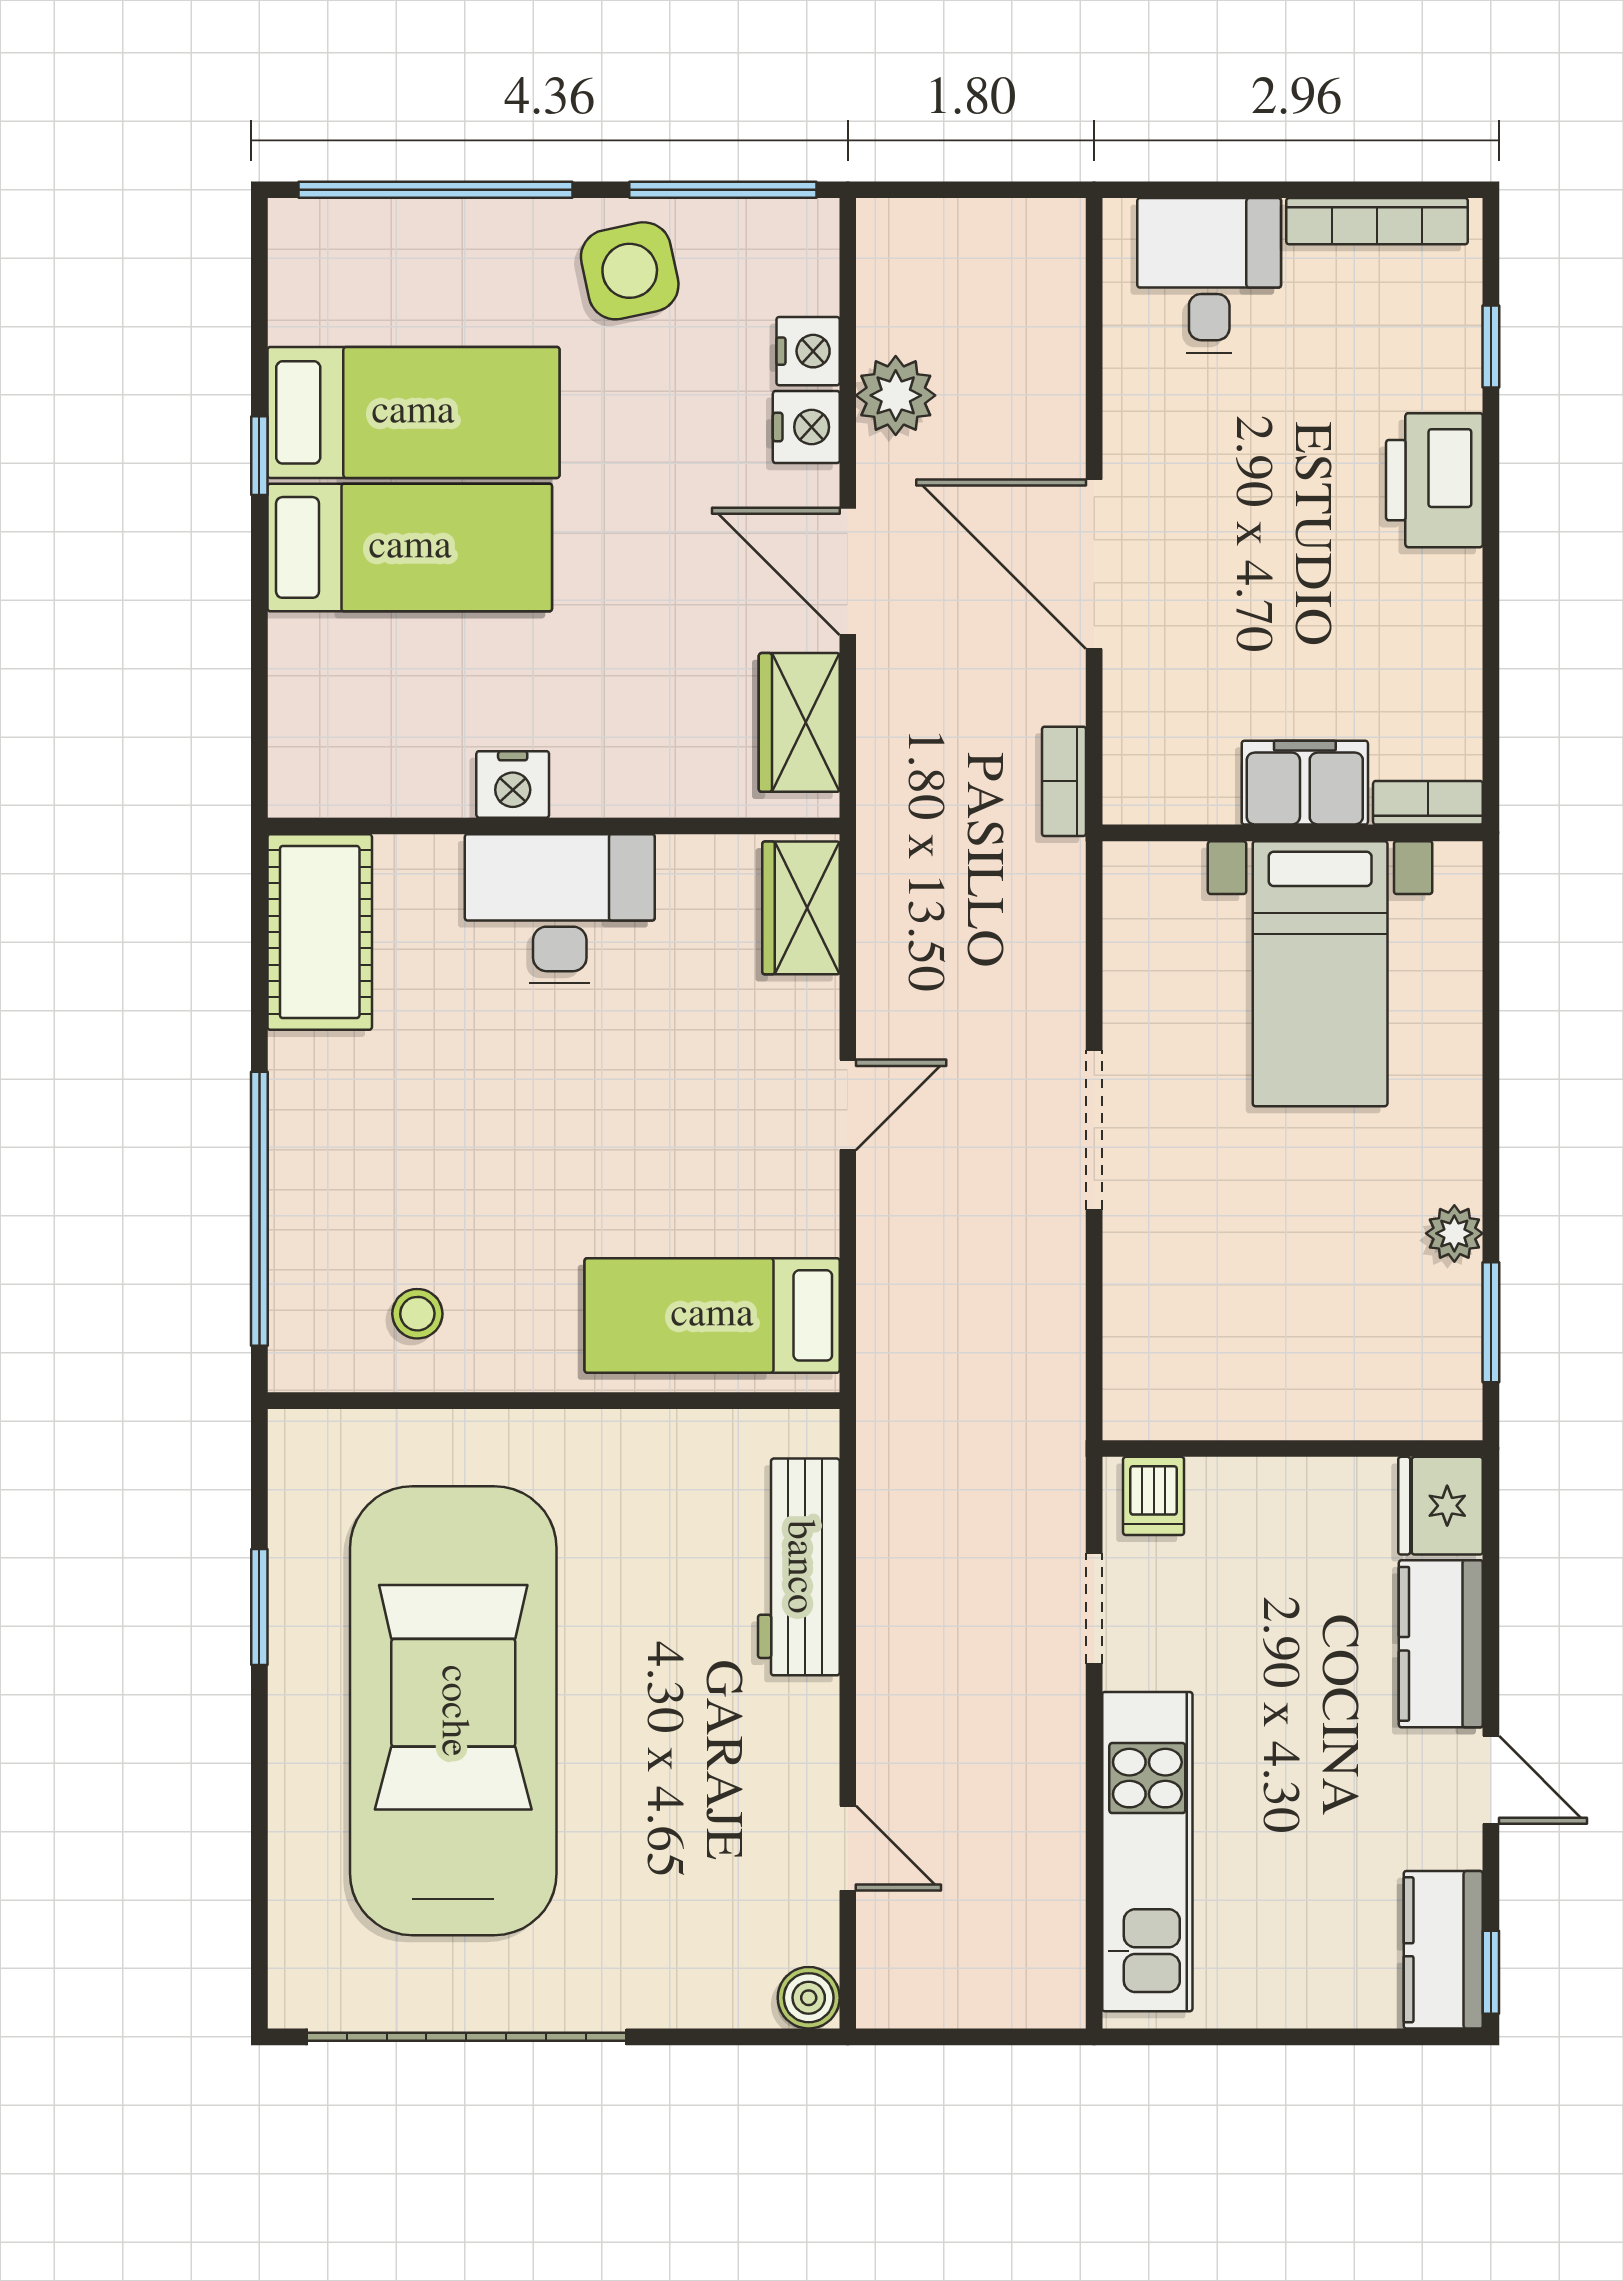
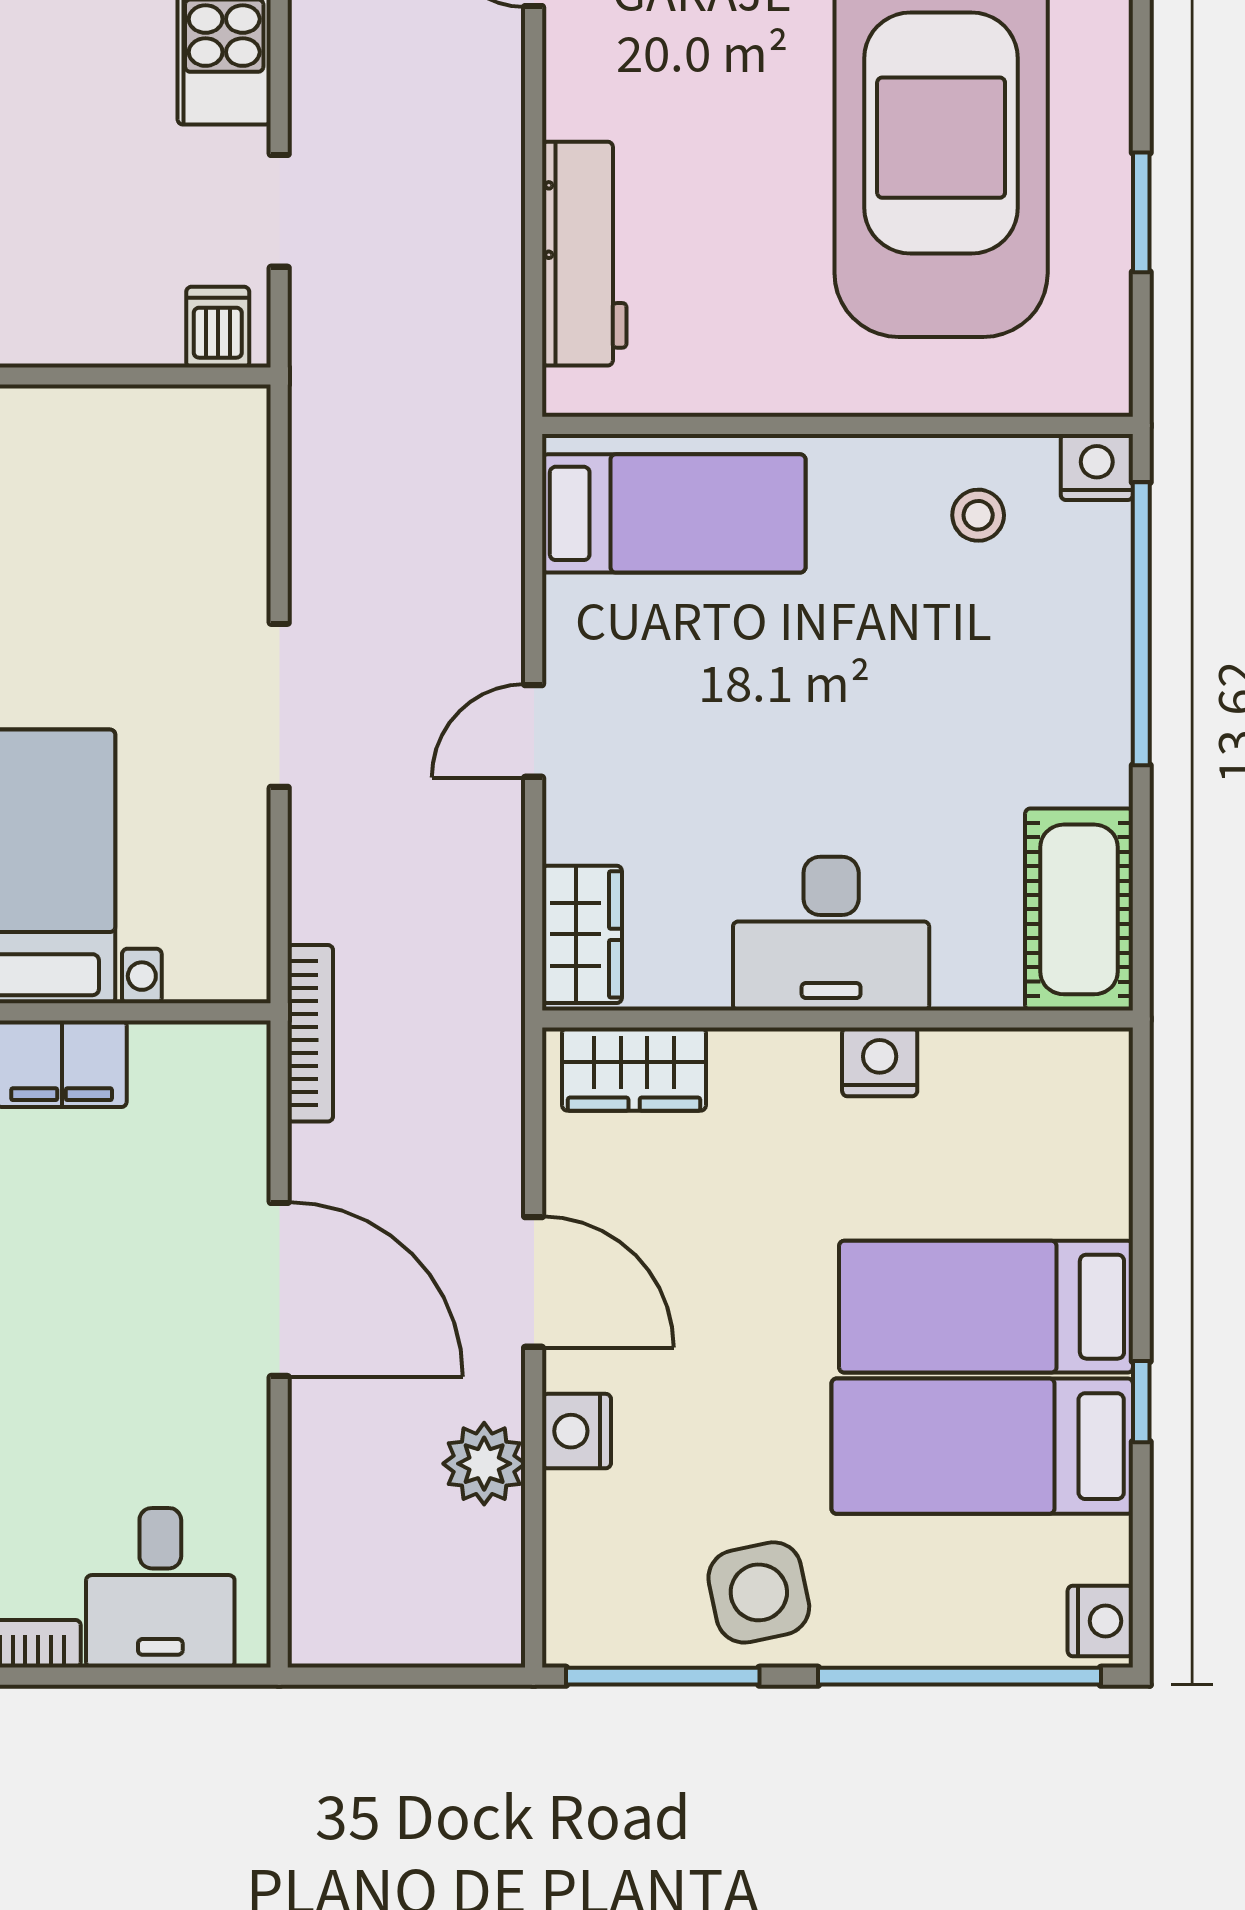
nightstand: (808, 351) -> (1100, 1621), moved, turned 180
wardrobe: (799, 722) -> (634, 1069), moved, turned 90
bookcase: (1064, 781) -> (310, 1033), width x1.56
nightstand: (303, 1360) -> (1097, 467), added

